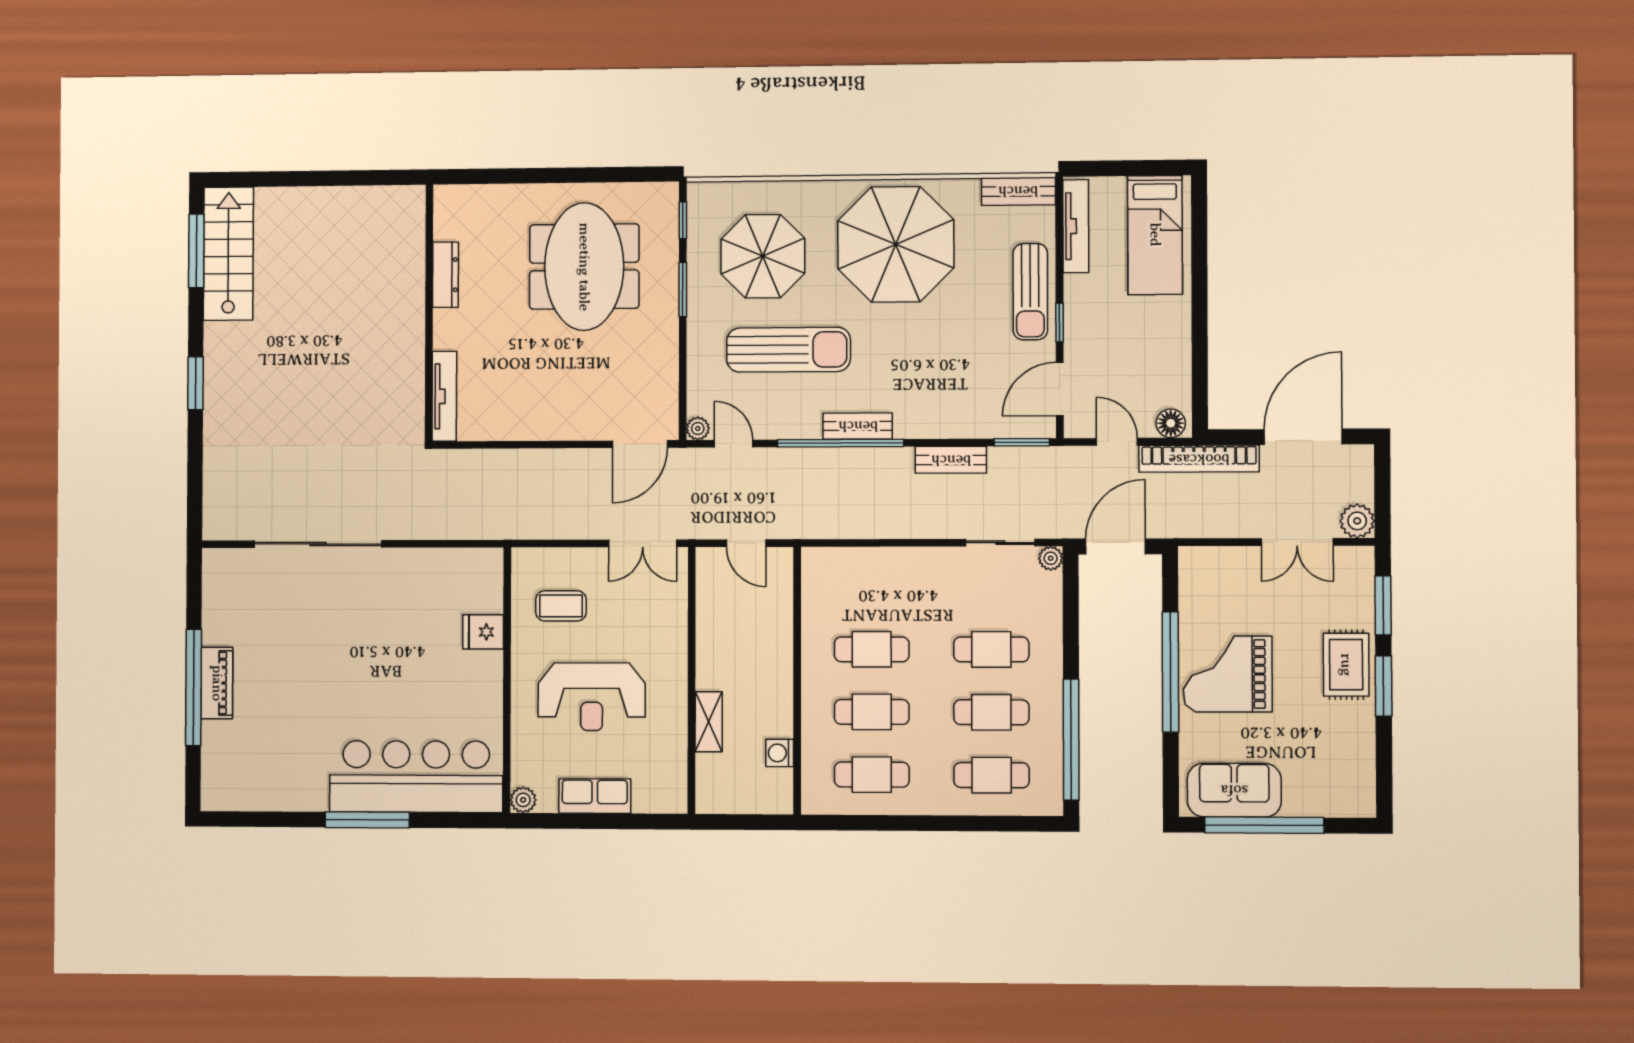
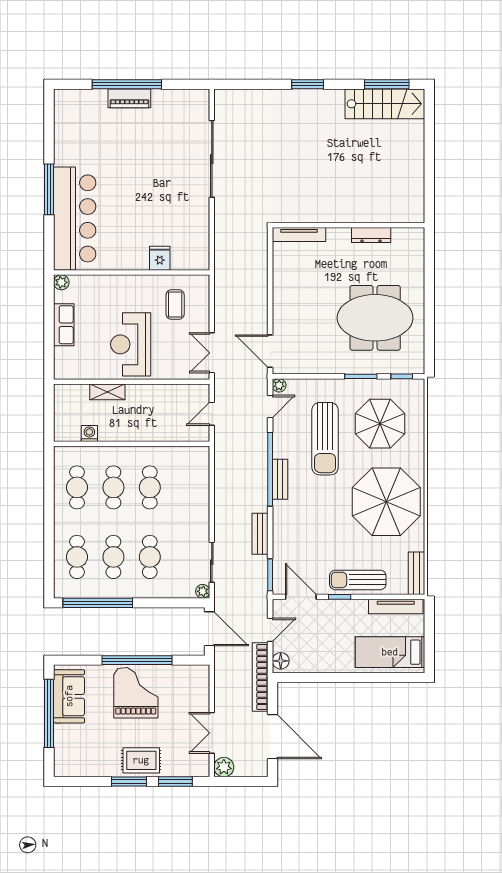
reception desk: (592, 697) -> (131, 344), moved

